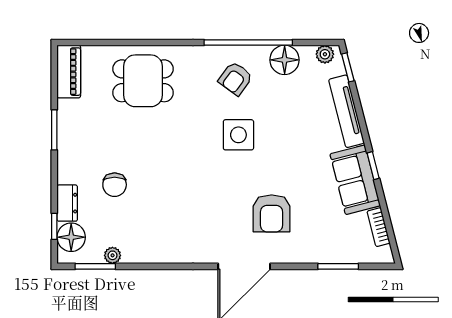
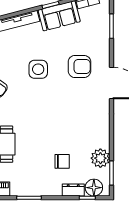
side table: (238, 135) -> (38, 69), moved
plant: (113, 255) -> (100, 158), width x1.88, depth x1.88

